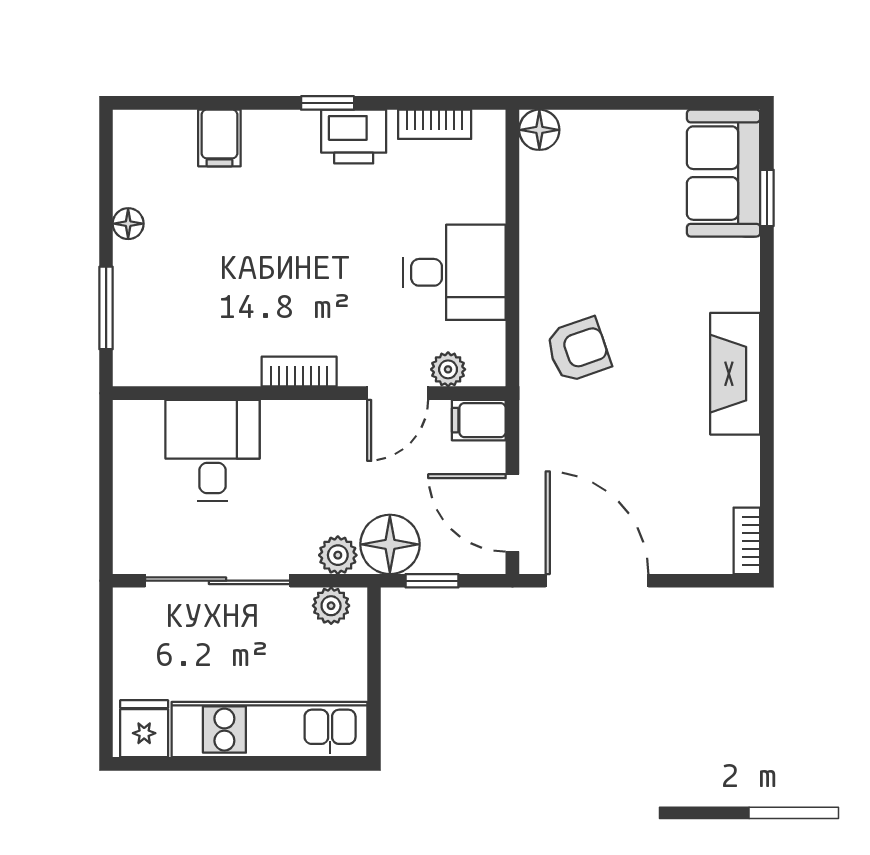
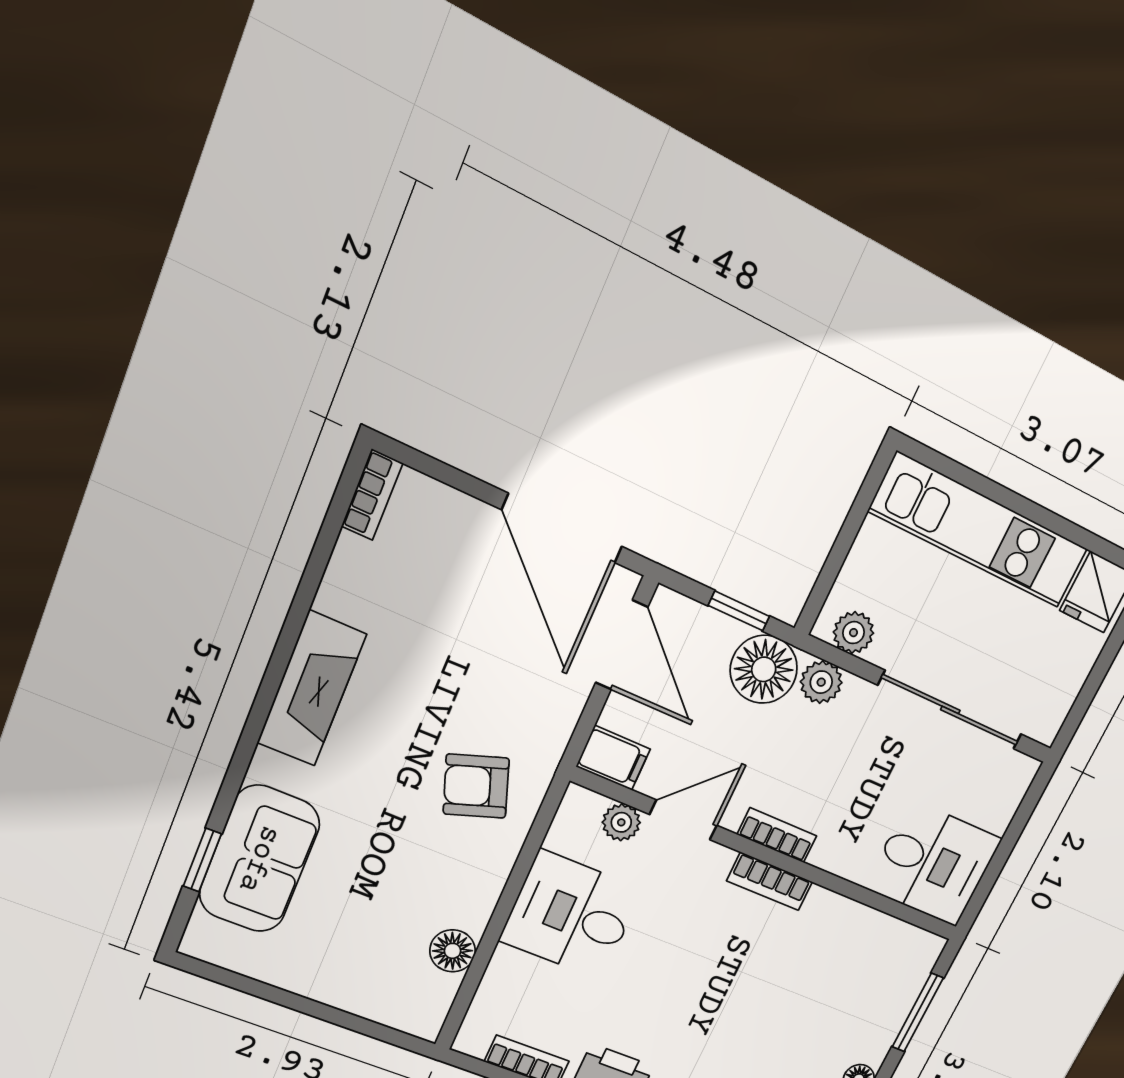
floor lamp: (539, 130) -> (453, 951), moved
sofa: (724, 173) -> (259, 859), moved
bookcase: (312, 414) -> (777, 835), added
desk: (213, 451) -> (933, 863), moved, turned -90

